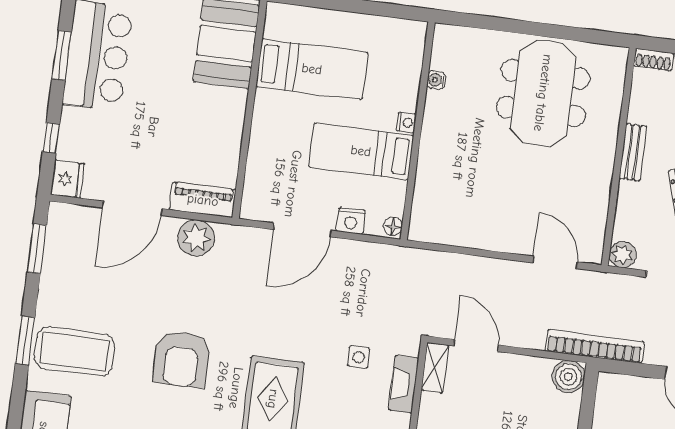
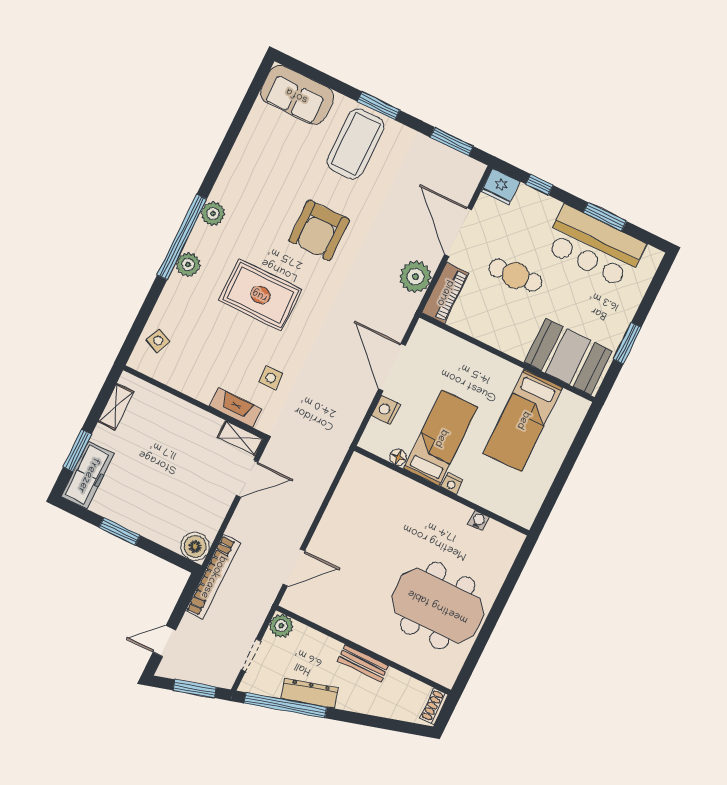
cafe table: (158, 130) -> (516, 275), added
floor lamp: (393, 226) -> (398, 457), moved
armchair: (181, 359) -> (319, 230), turned -90

